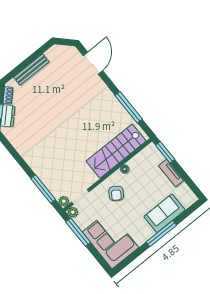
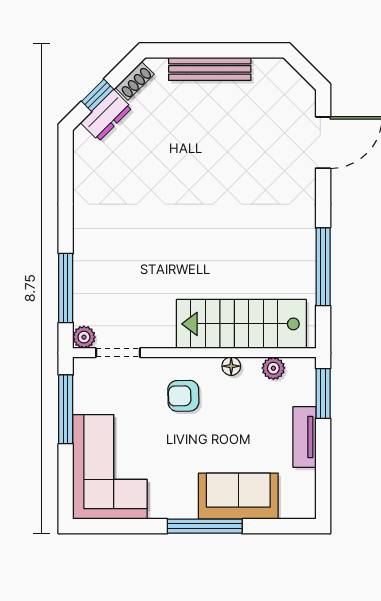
armchair: (116, 193) -> (183, 396), turned 56
plant: (73, 212) -> (273, 368), moved

